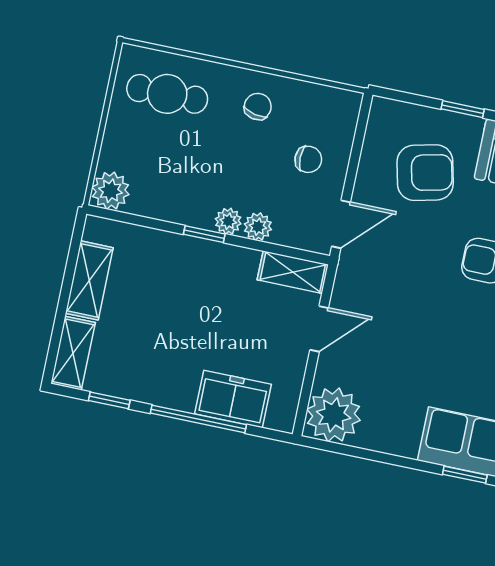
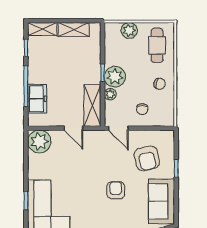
plant: (110, 191) -> (129, 30), moved
plant: (228, 221) -> (115, 77), width x1.87, depth x1.87
shelving: (293, 272) -> (92, 105), width x1.50, depth x1.33

